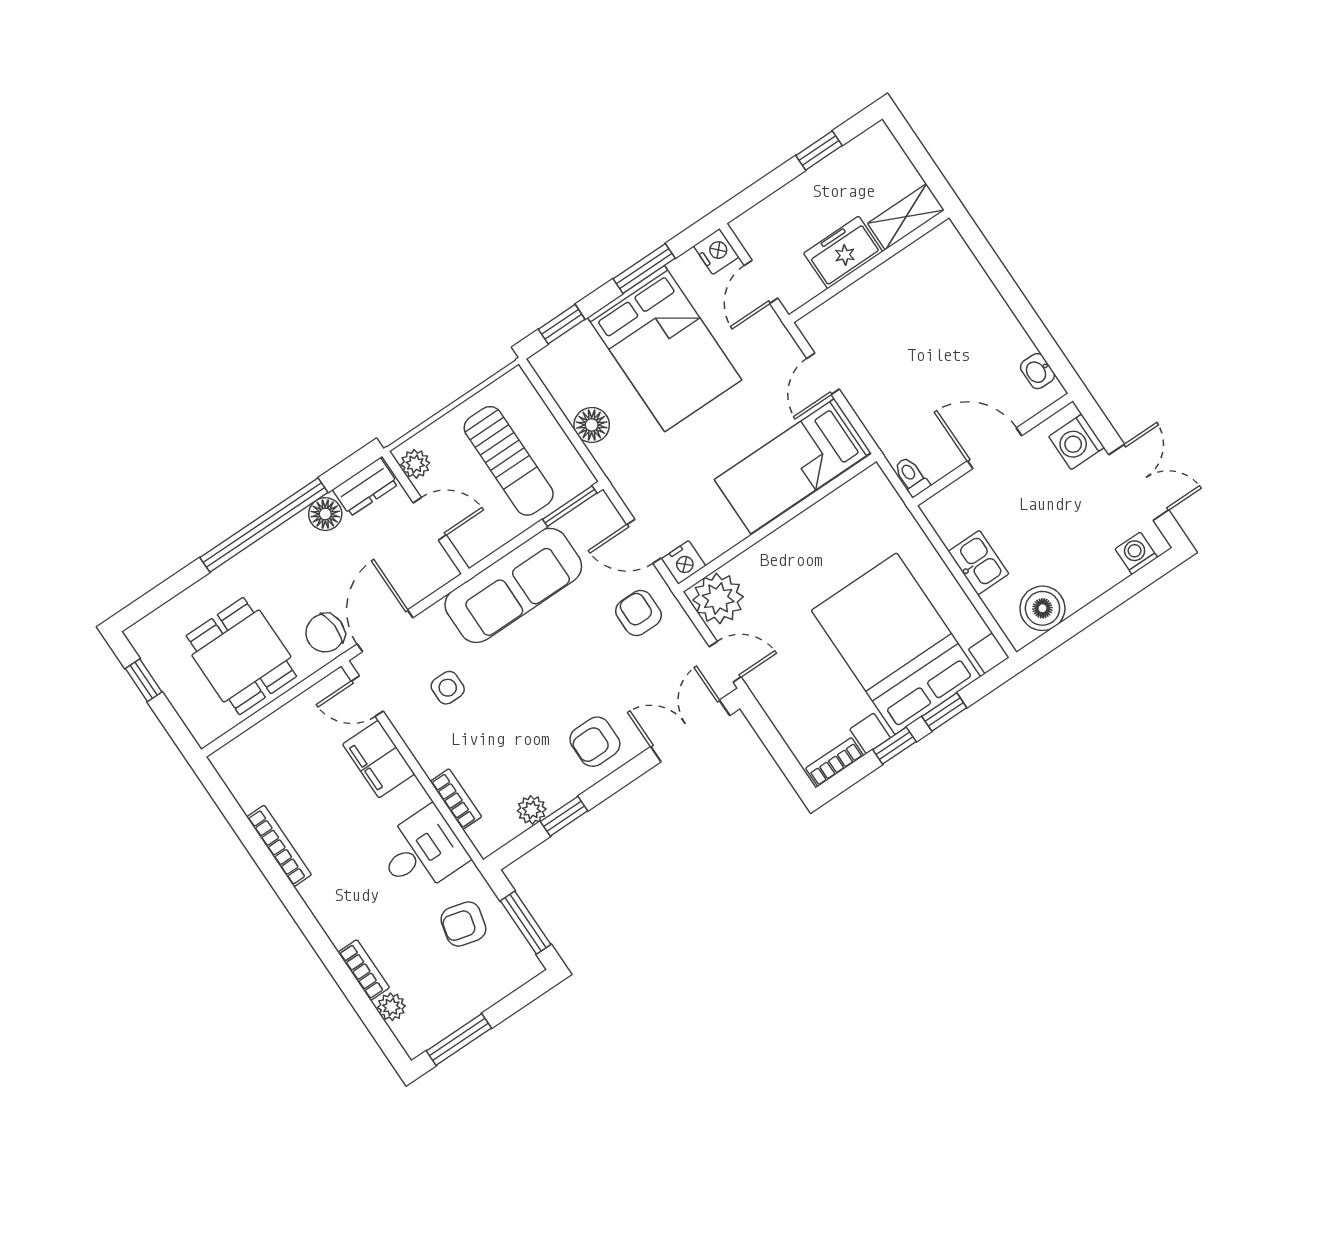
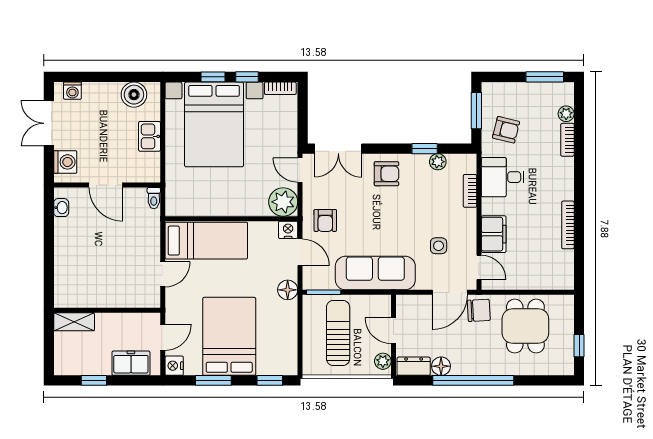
freezer: (843, 252) -> (131, 363), moved, turned 180
floor lamp: (592, 425) -> (288, 290), moved

